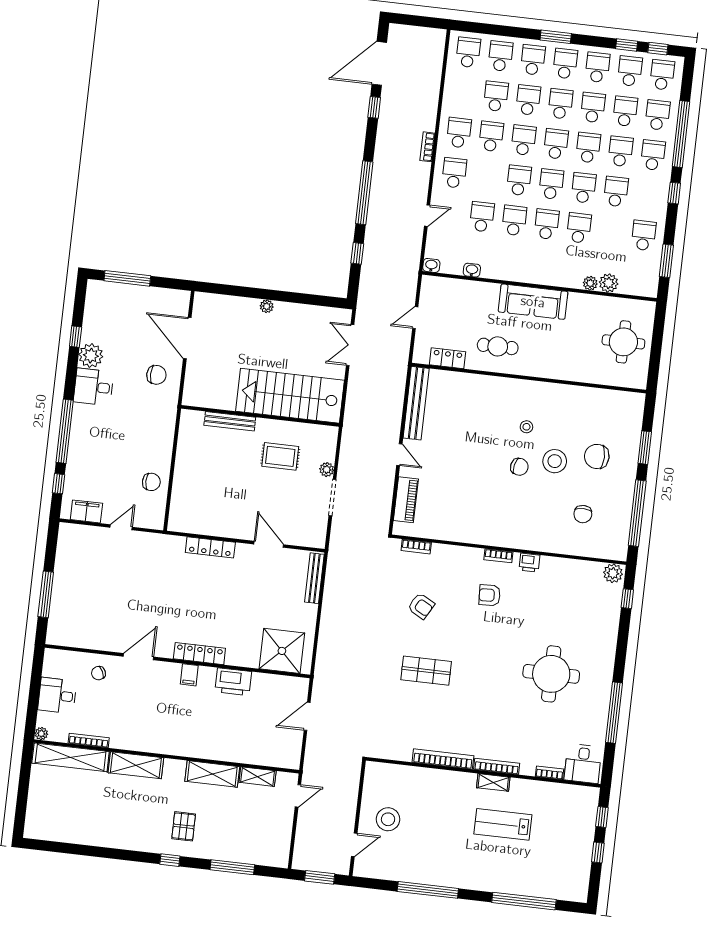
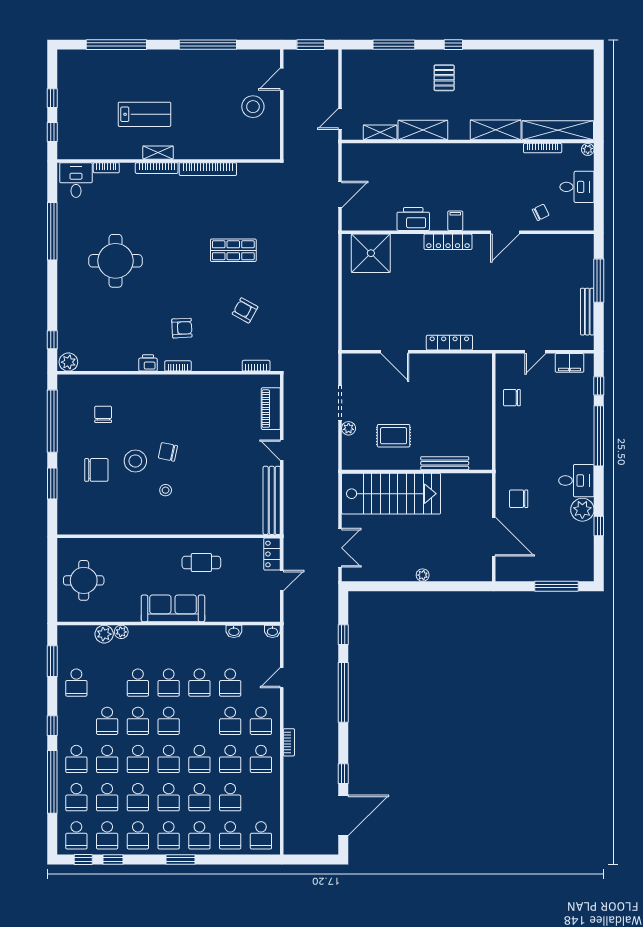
school desk: (519, 180) -> (230, 721), moved
locker: (447, 358) -> (272, 554), moved, turned 90
bench: (314, 578) -> (587, 312), moved

